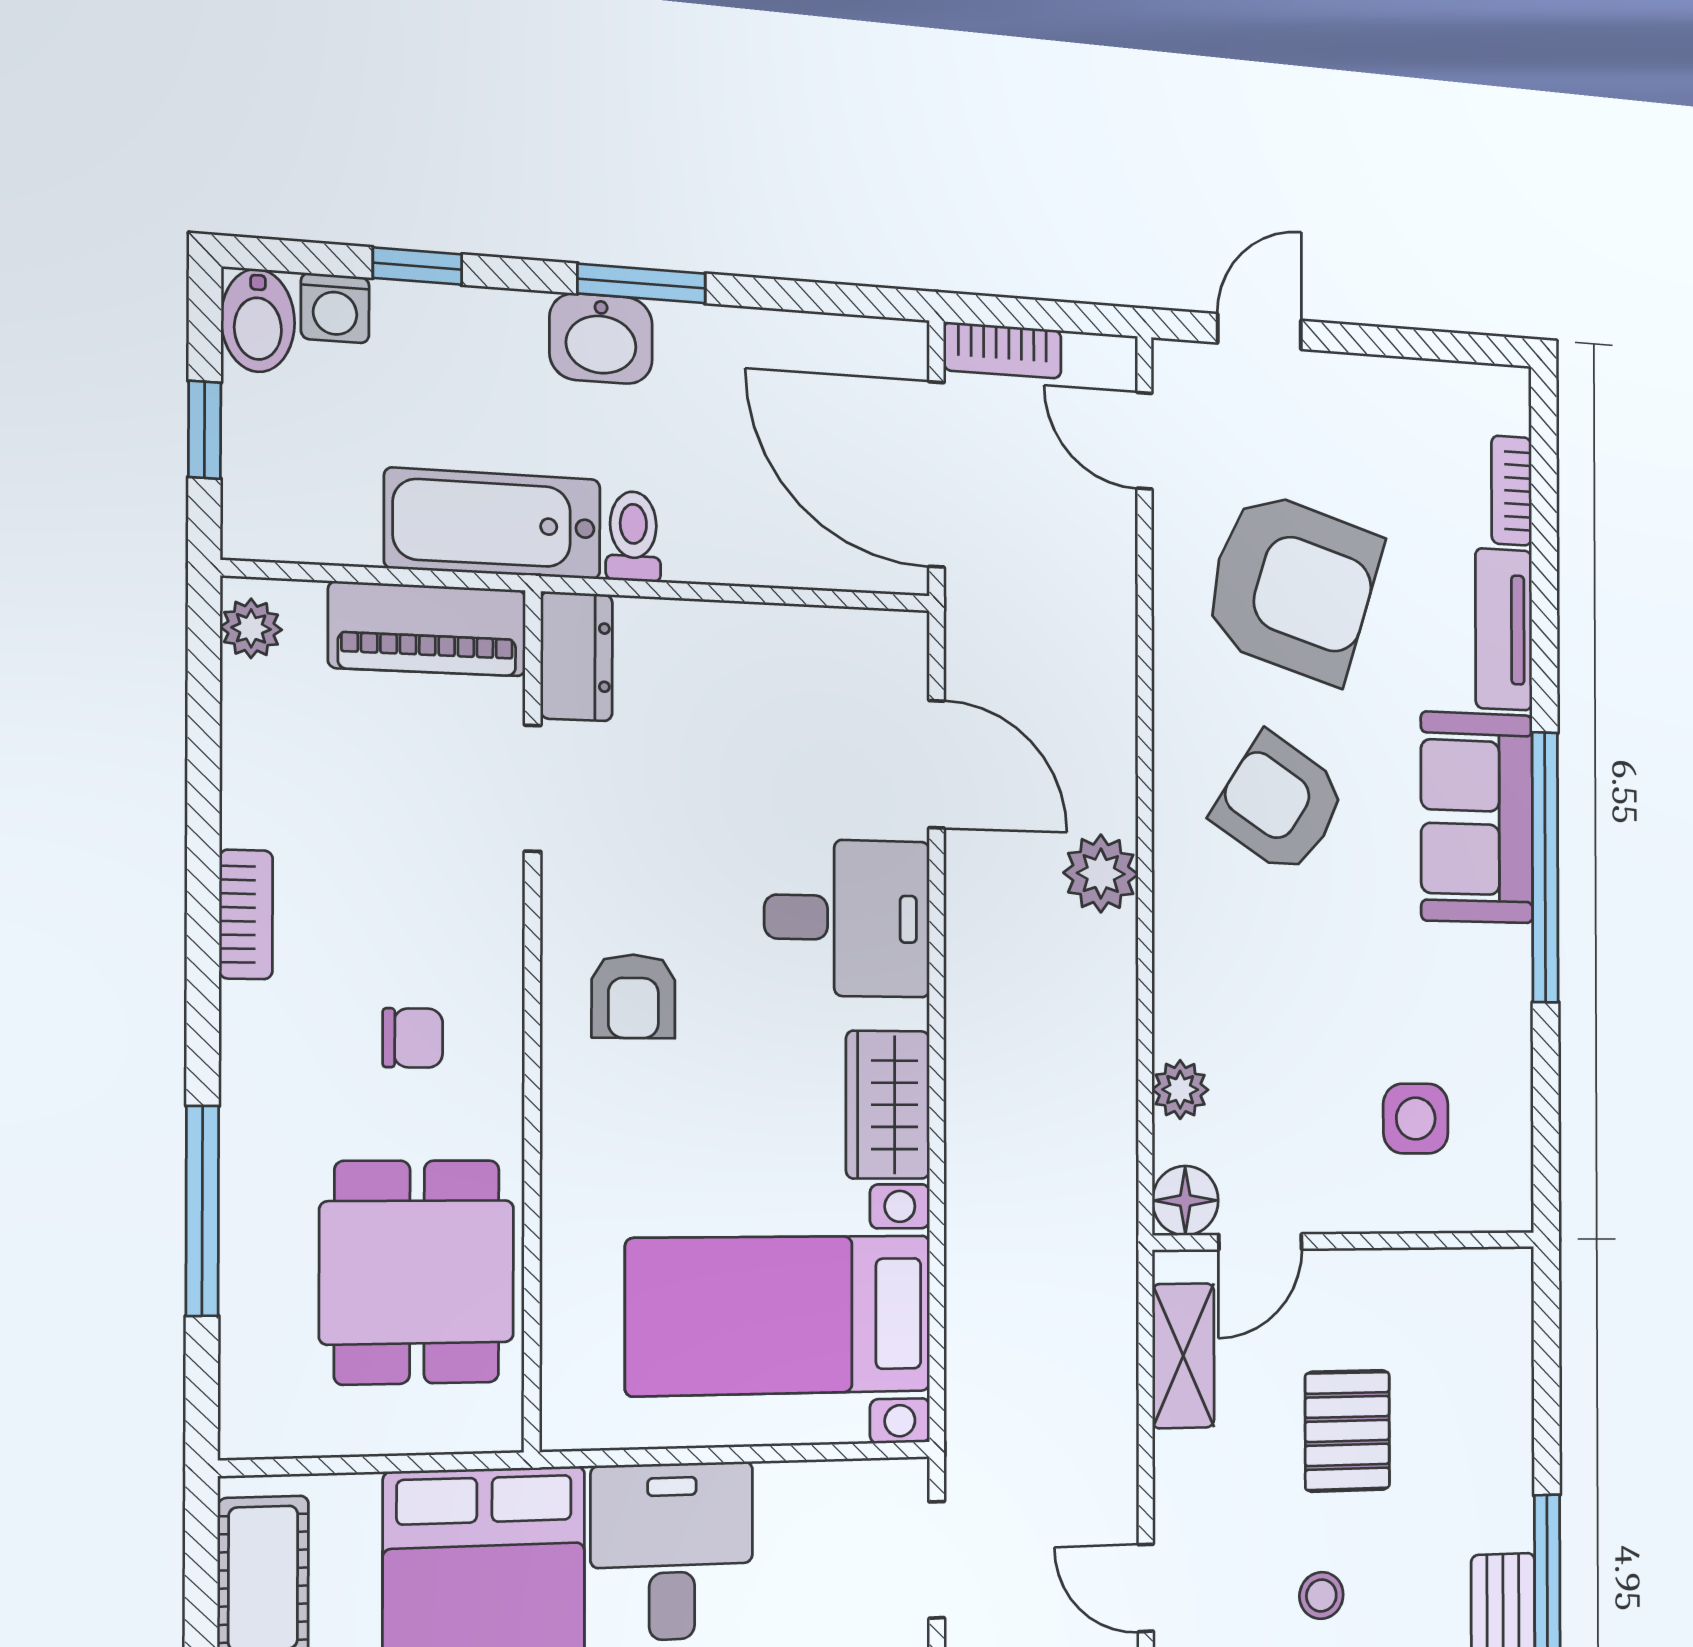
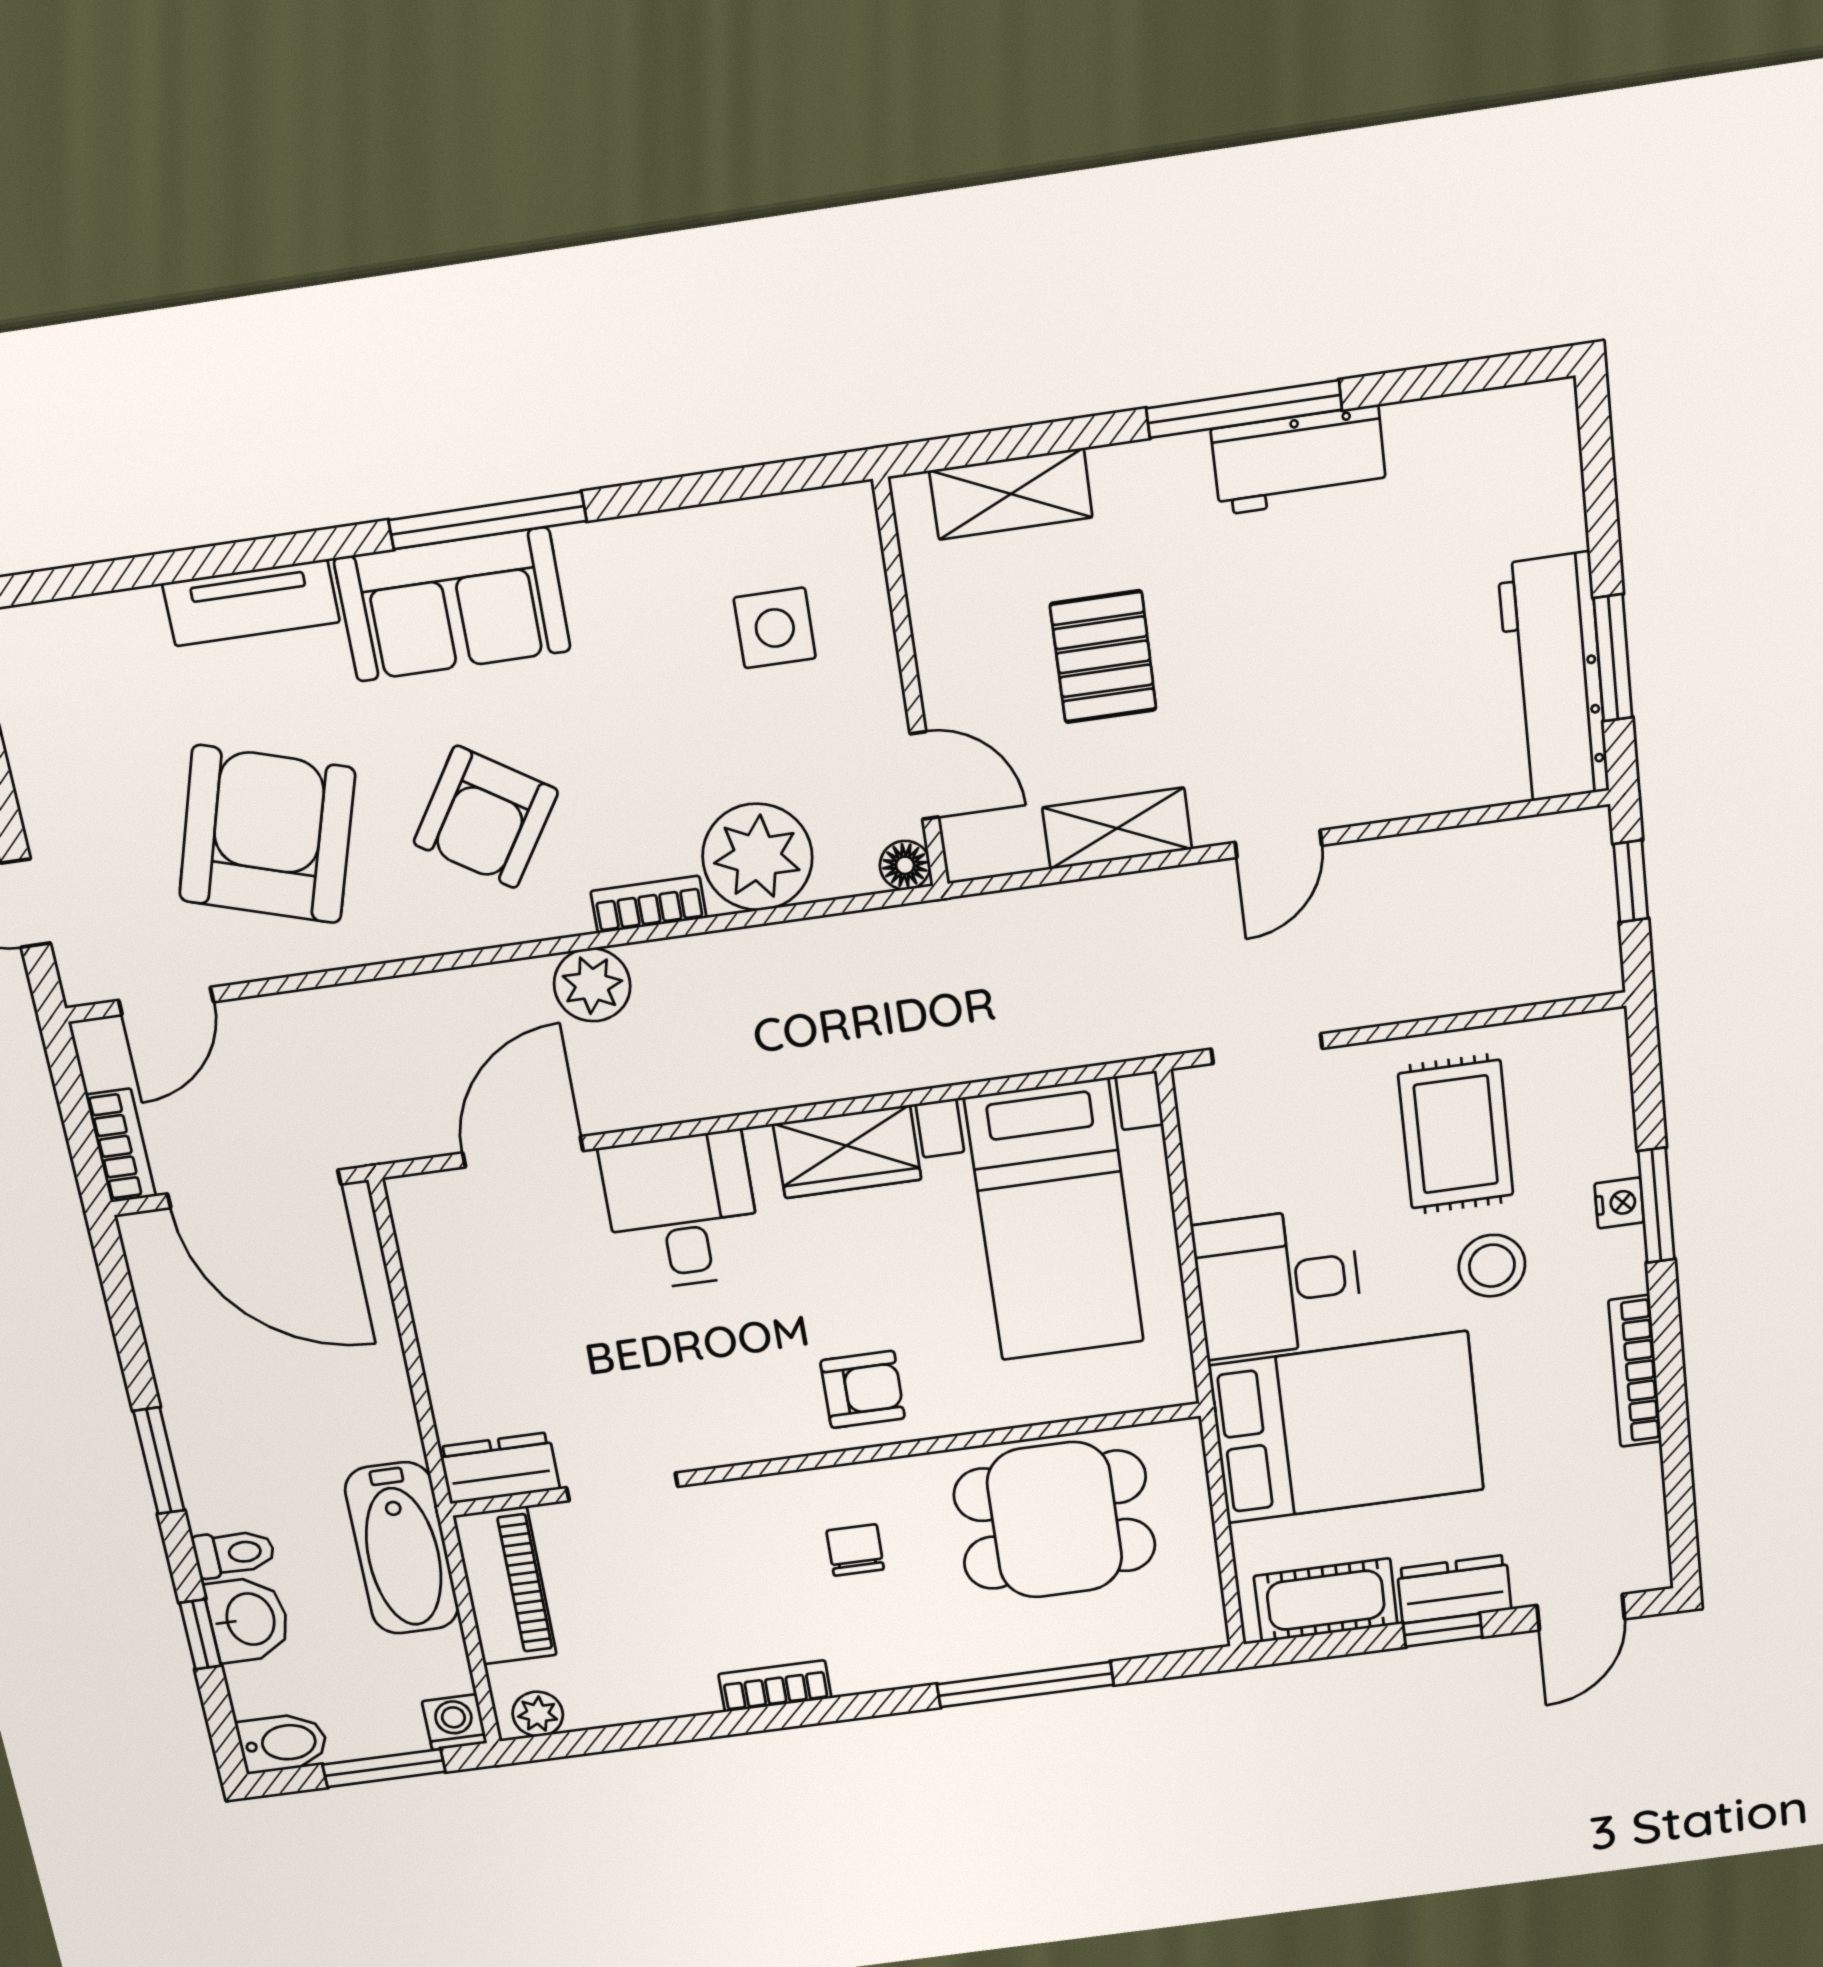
washing machine: (335, 308) -> (454, 1722), moved, turned -90
washbasin: (601, 339) -> (248, 1619), moved
window: (205, 430) -> (384, 1768), width x1.50
door: (936, 474) -> (254, 1189), hinge flipped
bookcase: (1512, 491) -> (649, 904), moved, turned 180
toilet: (633, 536) -> (234, 1553), moved, turned 180
window: (1545, 867) -> (487, 520), width x0.68
armchair: (633, 996) -> (863, 1390), moved
plant: (1180, 1090) -> (757, 857), width x1.87, depth x1.87
floor lamp: (1185, 1201) -> (905, 865), width x0.73, depth x0.73
shelving: (1183, 1356) -> (1117, 828), moved
shelving: (1503, 1360) -> (1011, 494), added
pallet: (1347, 1431) -> (1103, 657), turned 90
stool: (1321, 1595) -> (1273, 661), removed

